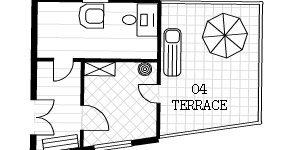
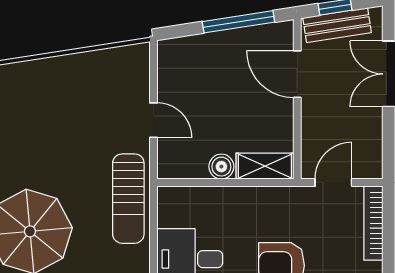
bookcase: (42, 38) -> (373, 223), added
boiler: (145, 69) -> (221, 167), moved

